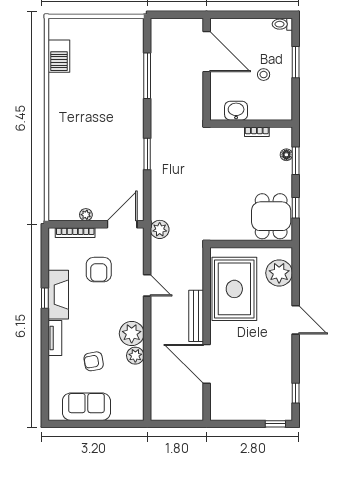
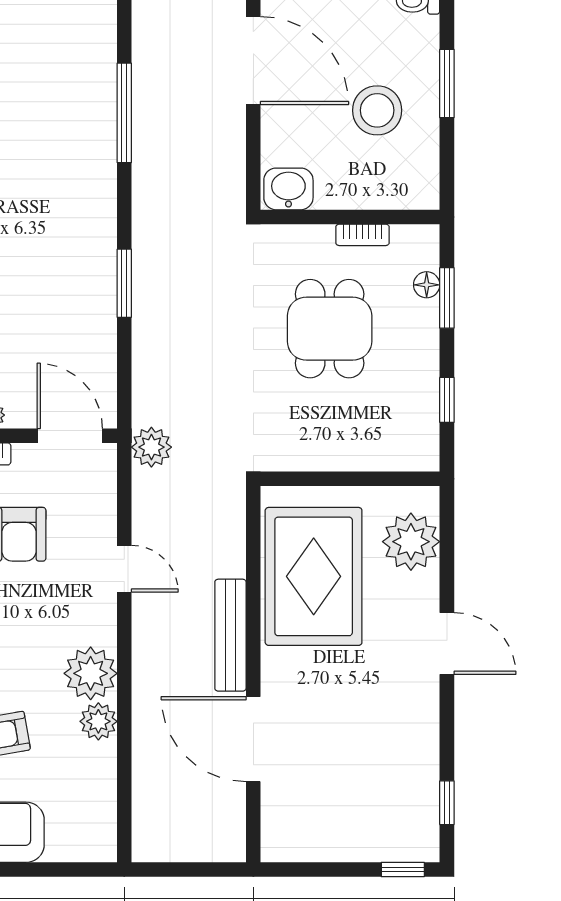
stool: (264, 75) -> (377, 110), width x1.89, depth x1.89
washbasin: (236, 111) -> (288, 189), moved
dining table: (271, 216) -> (330, 329), moved
door: (122, 224) -> (70, 436), hinge flipped

